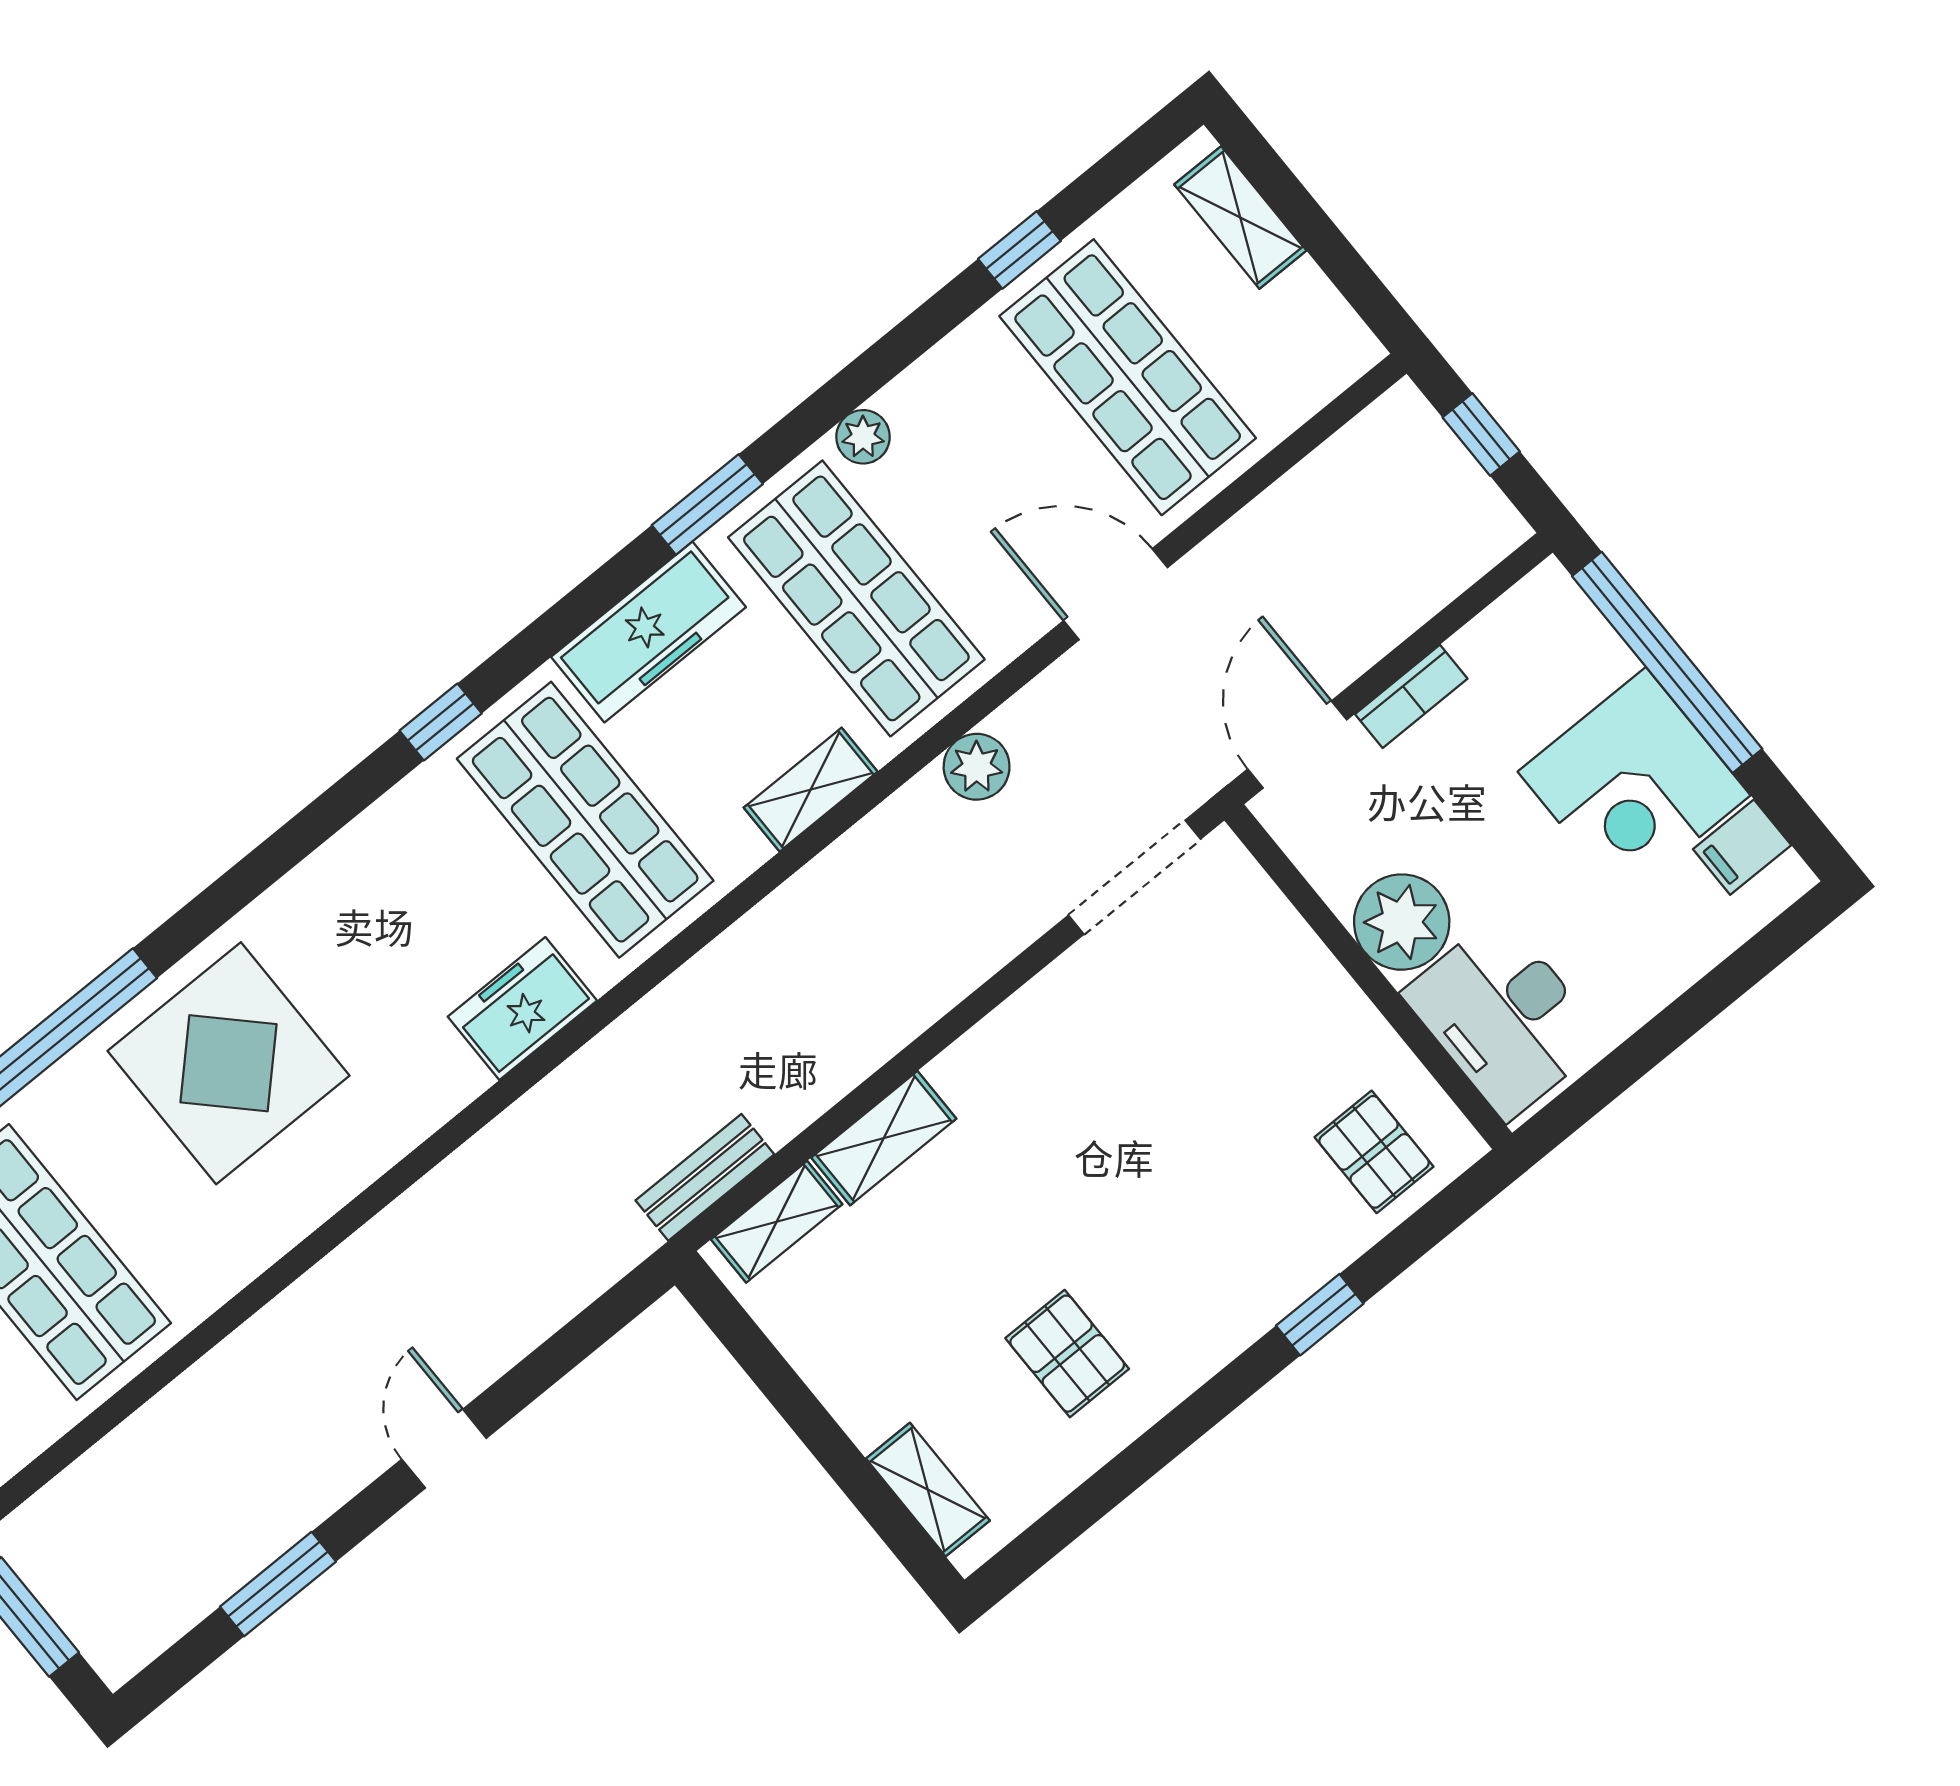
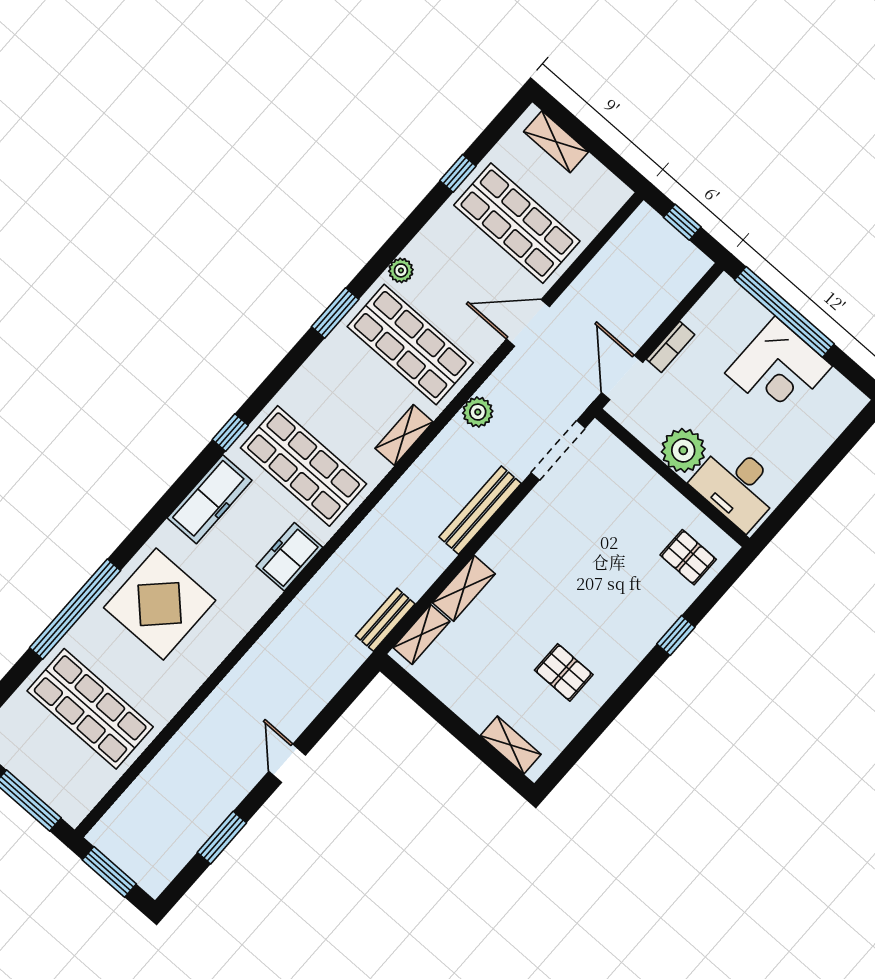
freezer: (648, 632) -> (210, 499), moved
filing cabinet: (1742, 847) -> (833, 390), removed
bench: (946, 977) -> (480, 510), added

